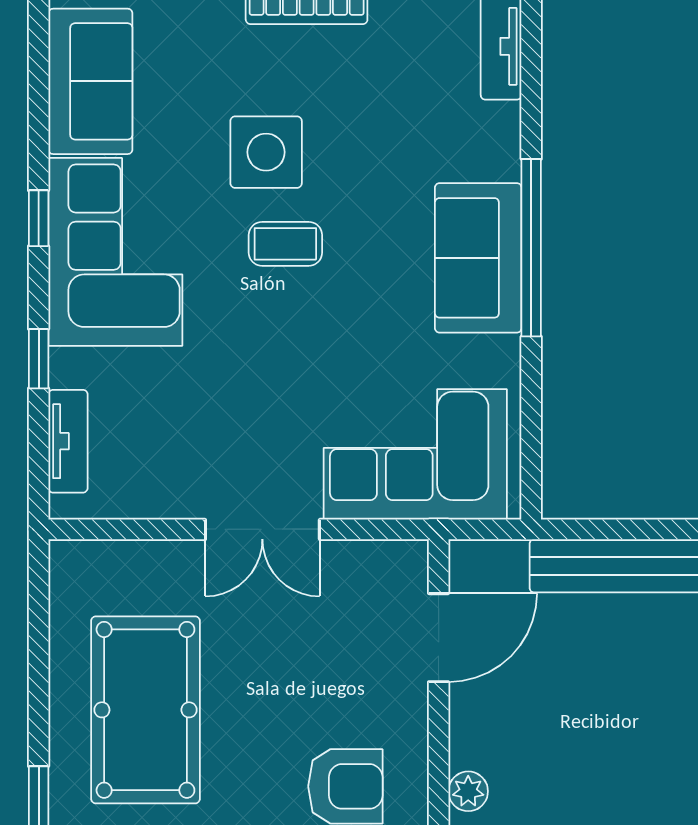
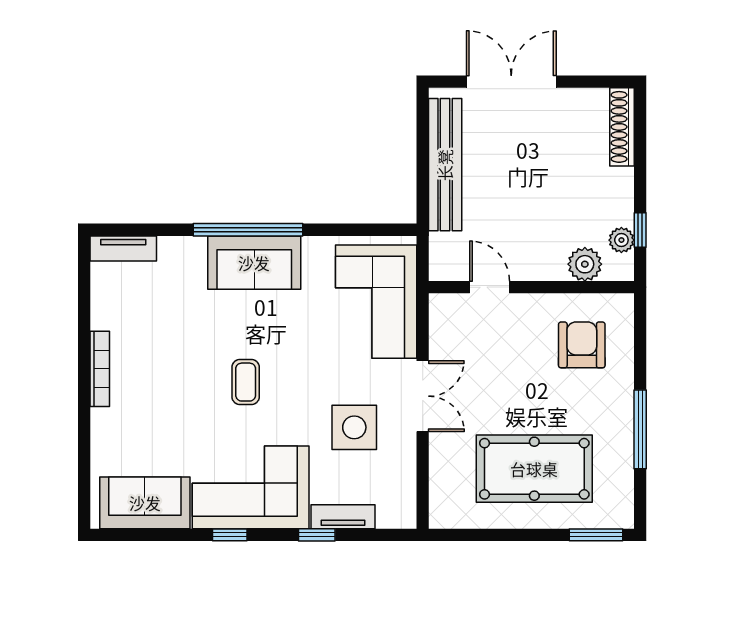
side table: (266, 152) -> (354, 427), moved
tv unit: (68, 441) -> (343, 517), moved
door: (439, 638) -> (490, 287), width x0.73
plant: (468, 791) -> (585, 264), width x1.38, depth x1.38

